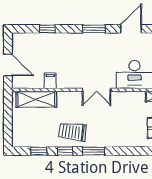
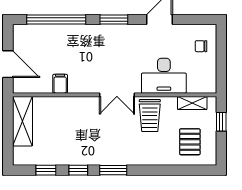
window: (47, 29) -> (56, 20), width x3.17
shelving: (36, 99) -> (23, 121), moved, turned 90
trolley: (73, 132) -> (150, 115), moved, turned -97

